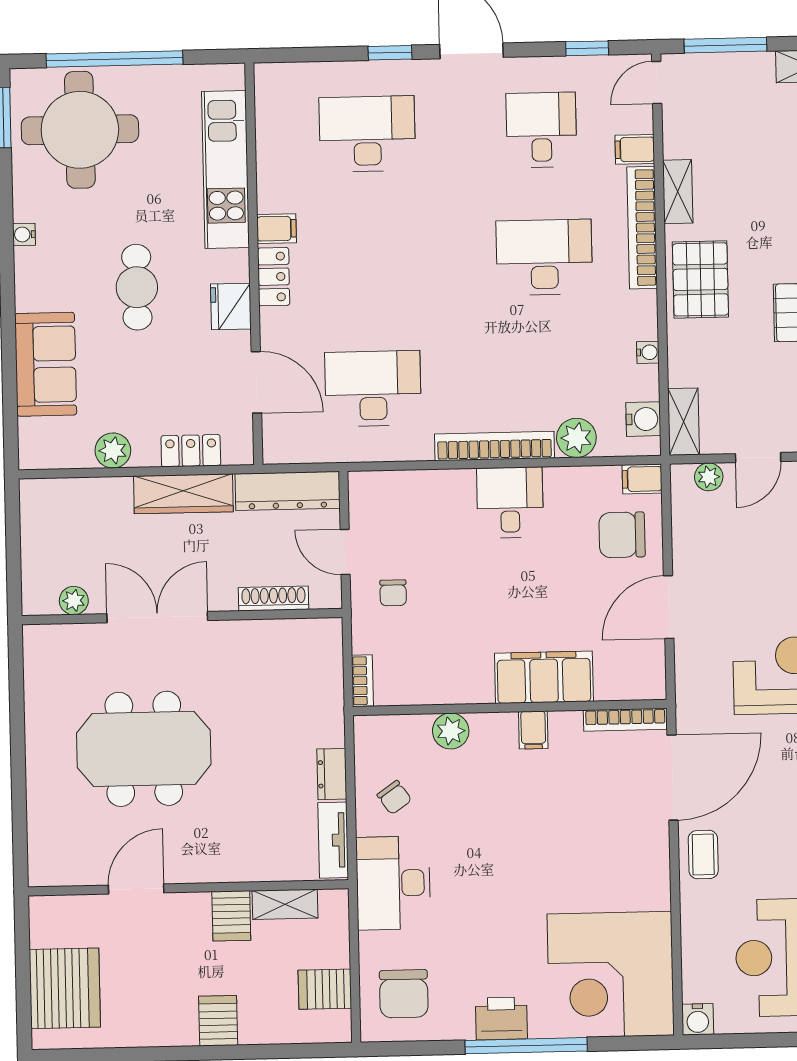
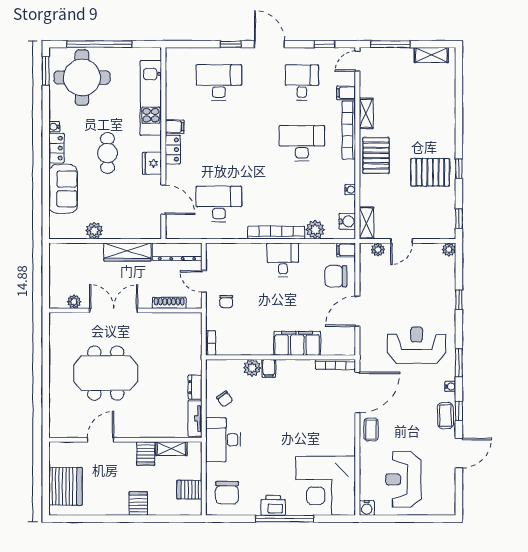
locker: (191, 451) -> (56, 148), moved, turned 90
filing cabinet: (533, 730) -> (269, 368), moved

